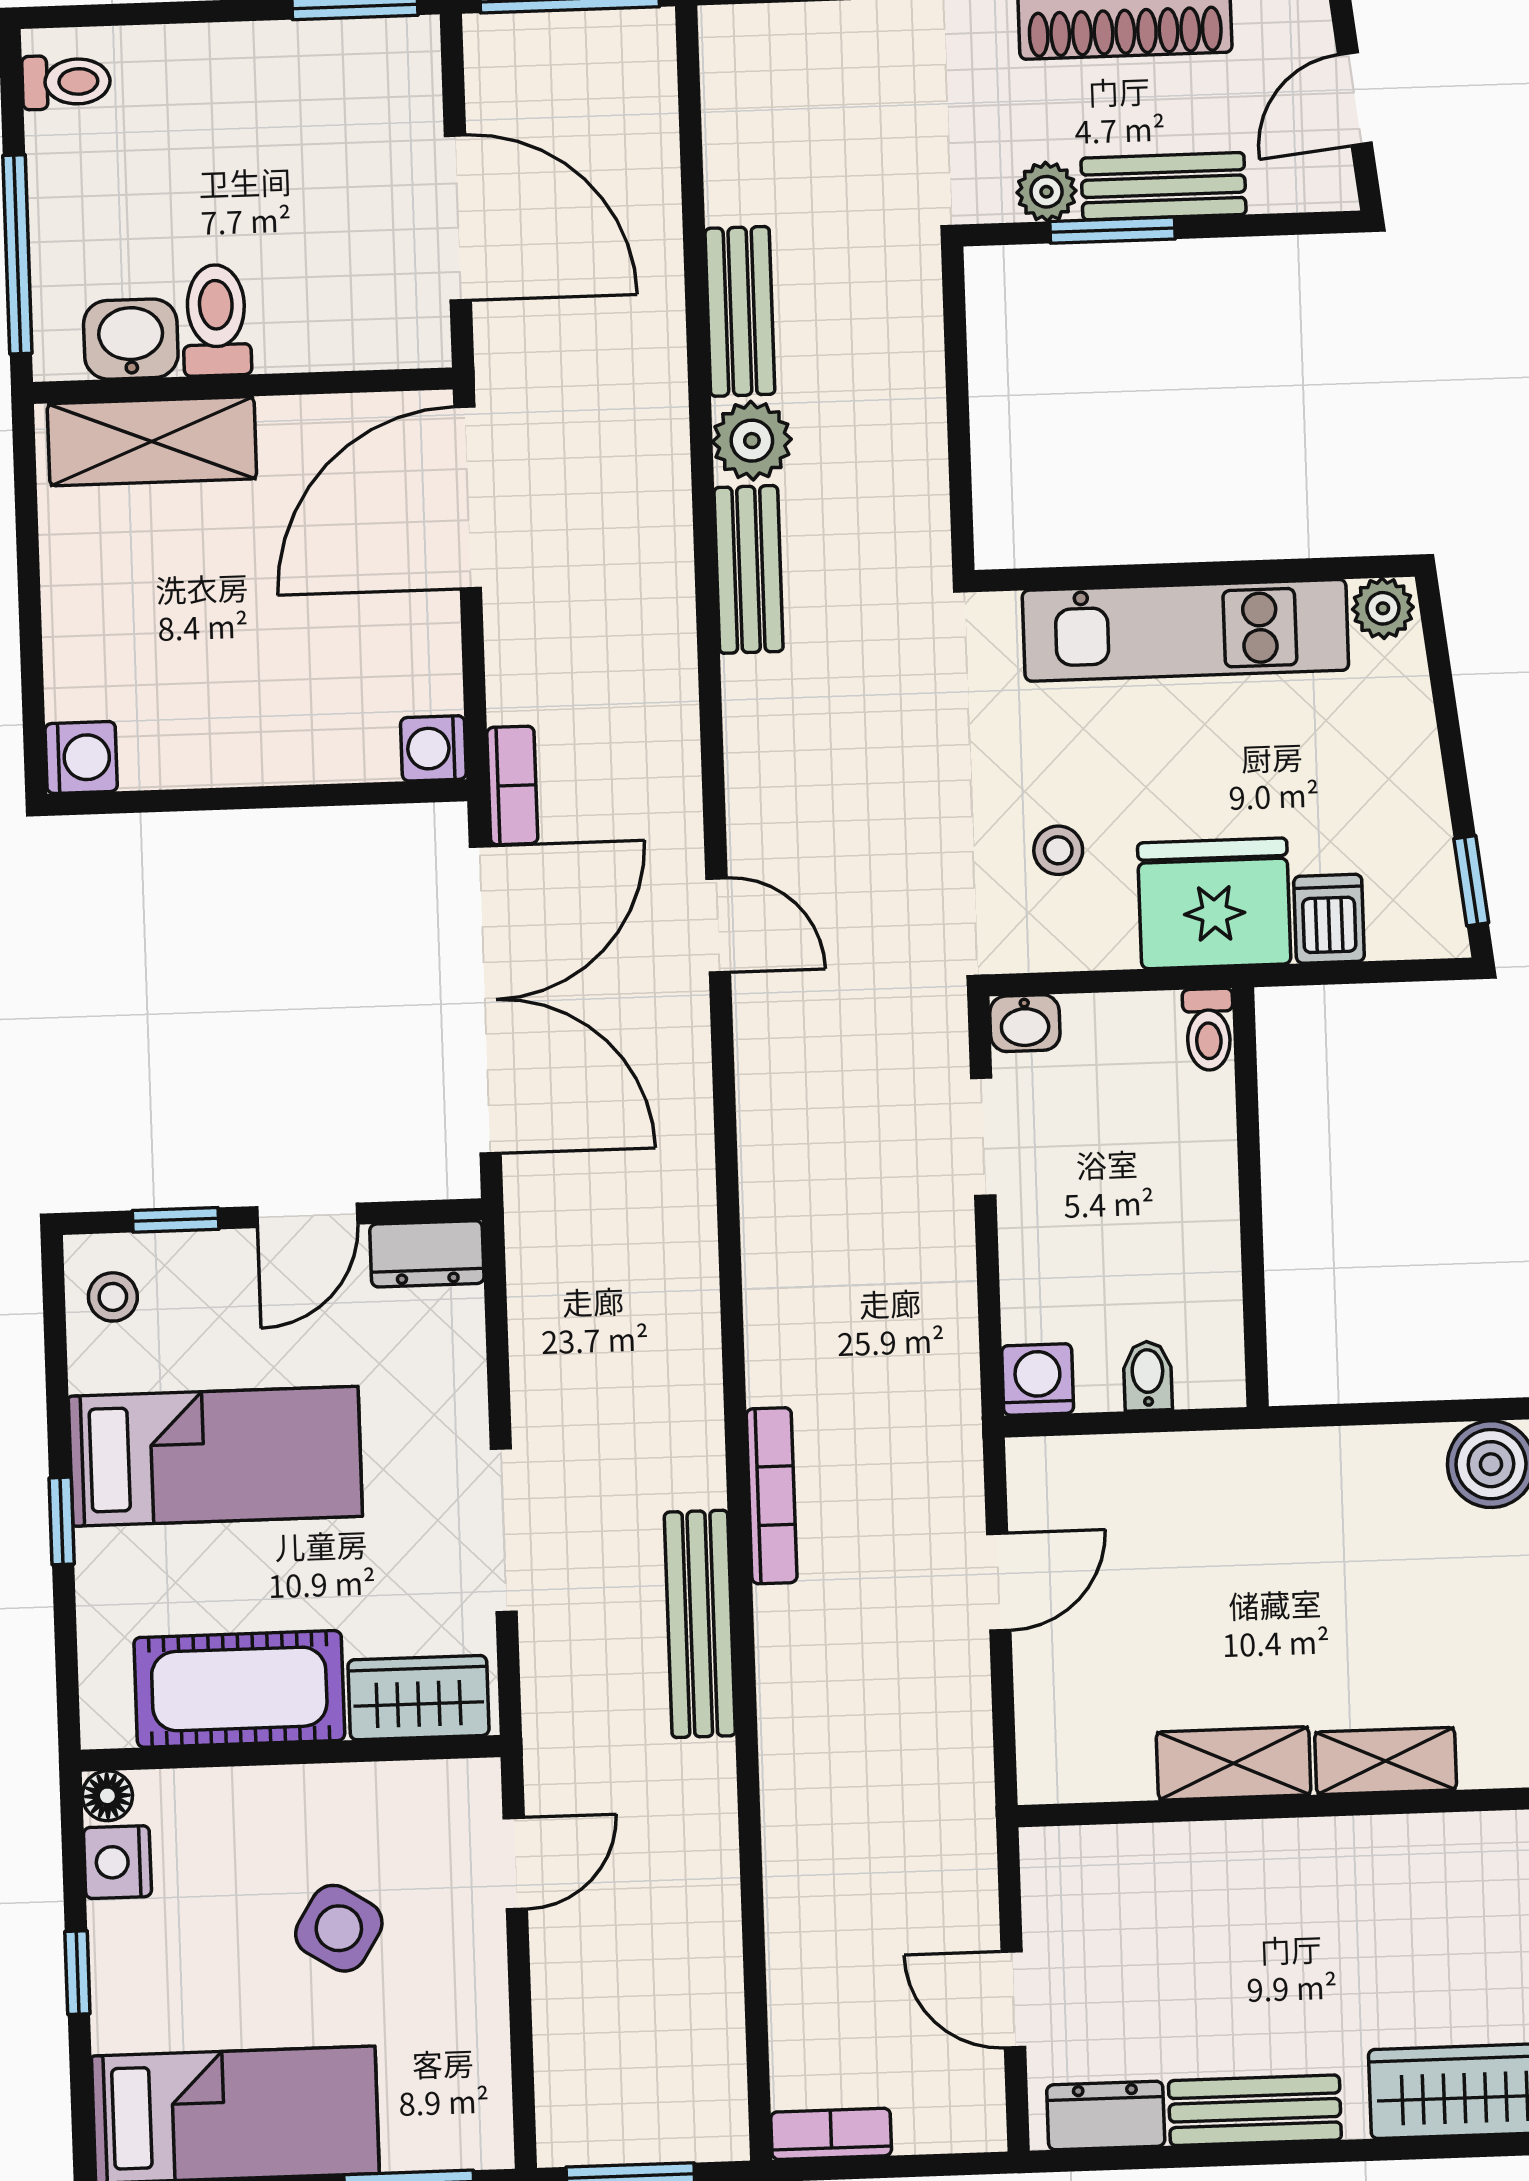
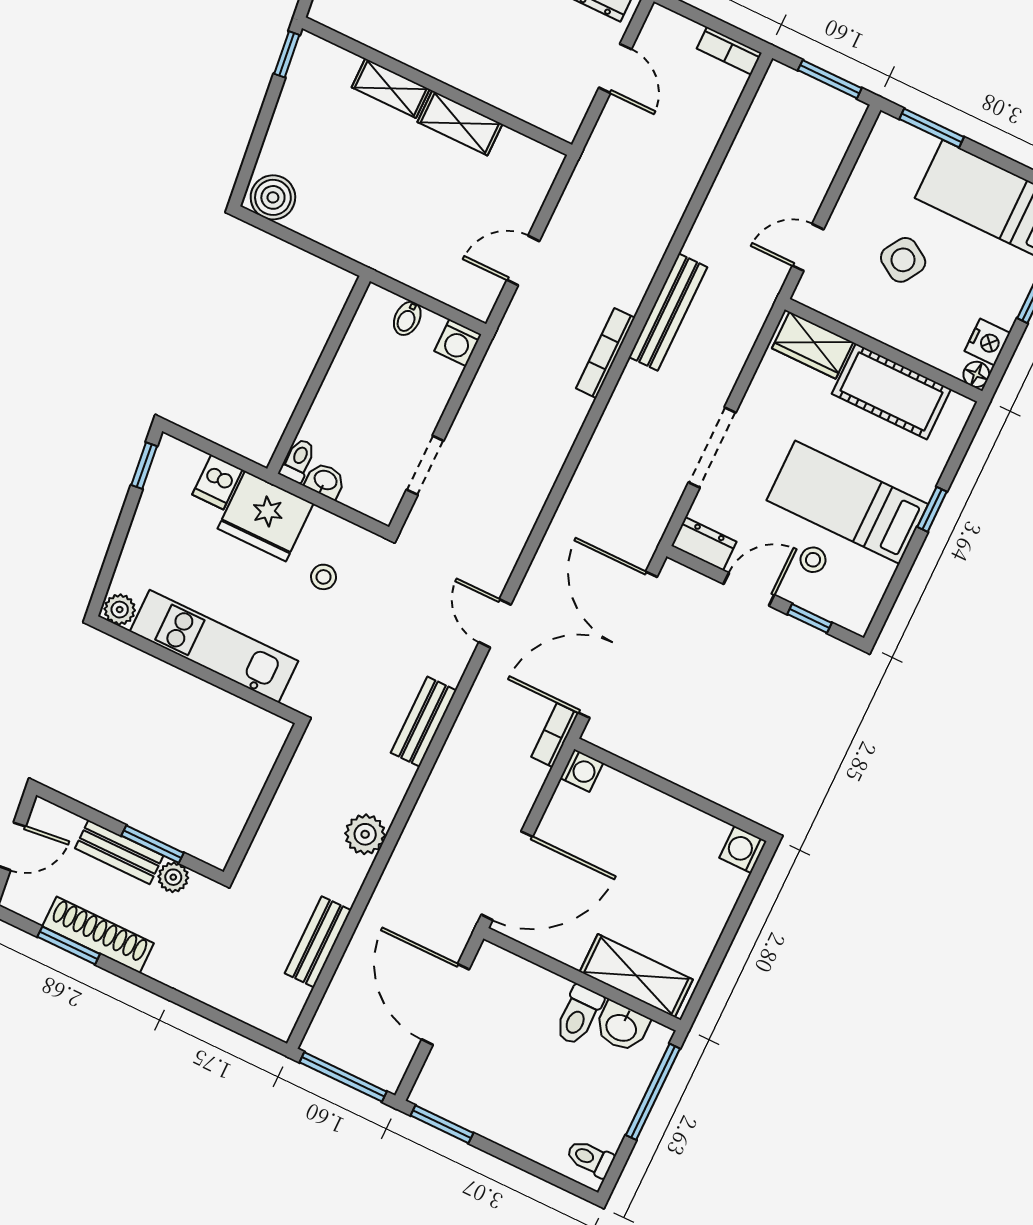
bench: (740, 311) -> (318, 942), moved
bench: (749, 569) -> (424, 722), moved
washbasin: (1025, 1023) -> (325, 481), moved
stool: (113, 1297) -> (813, 560), moved
doorway: (504, 1530) -> (712, 447), moved

